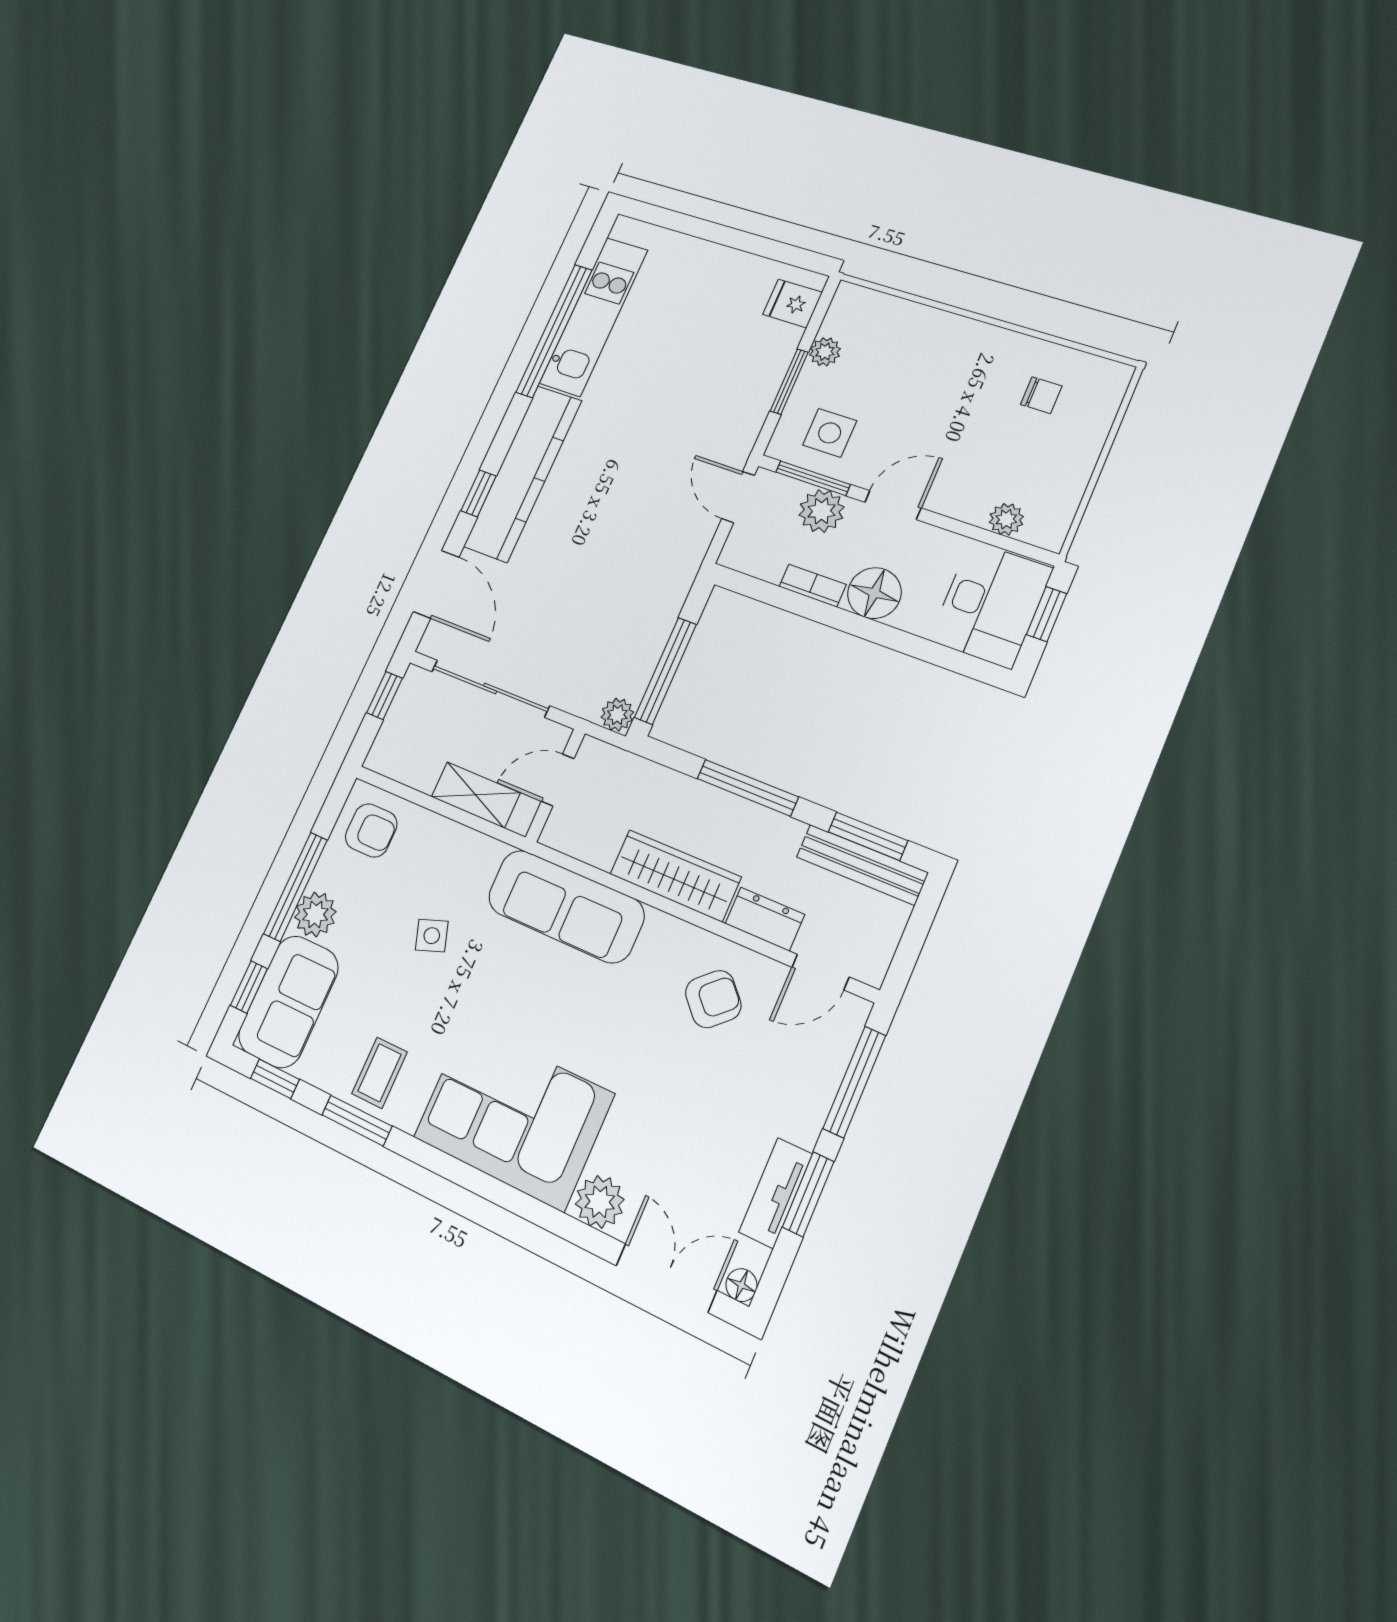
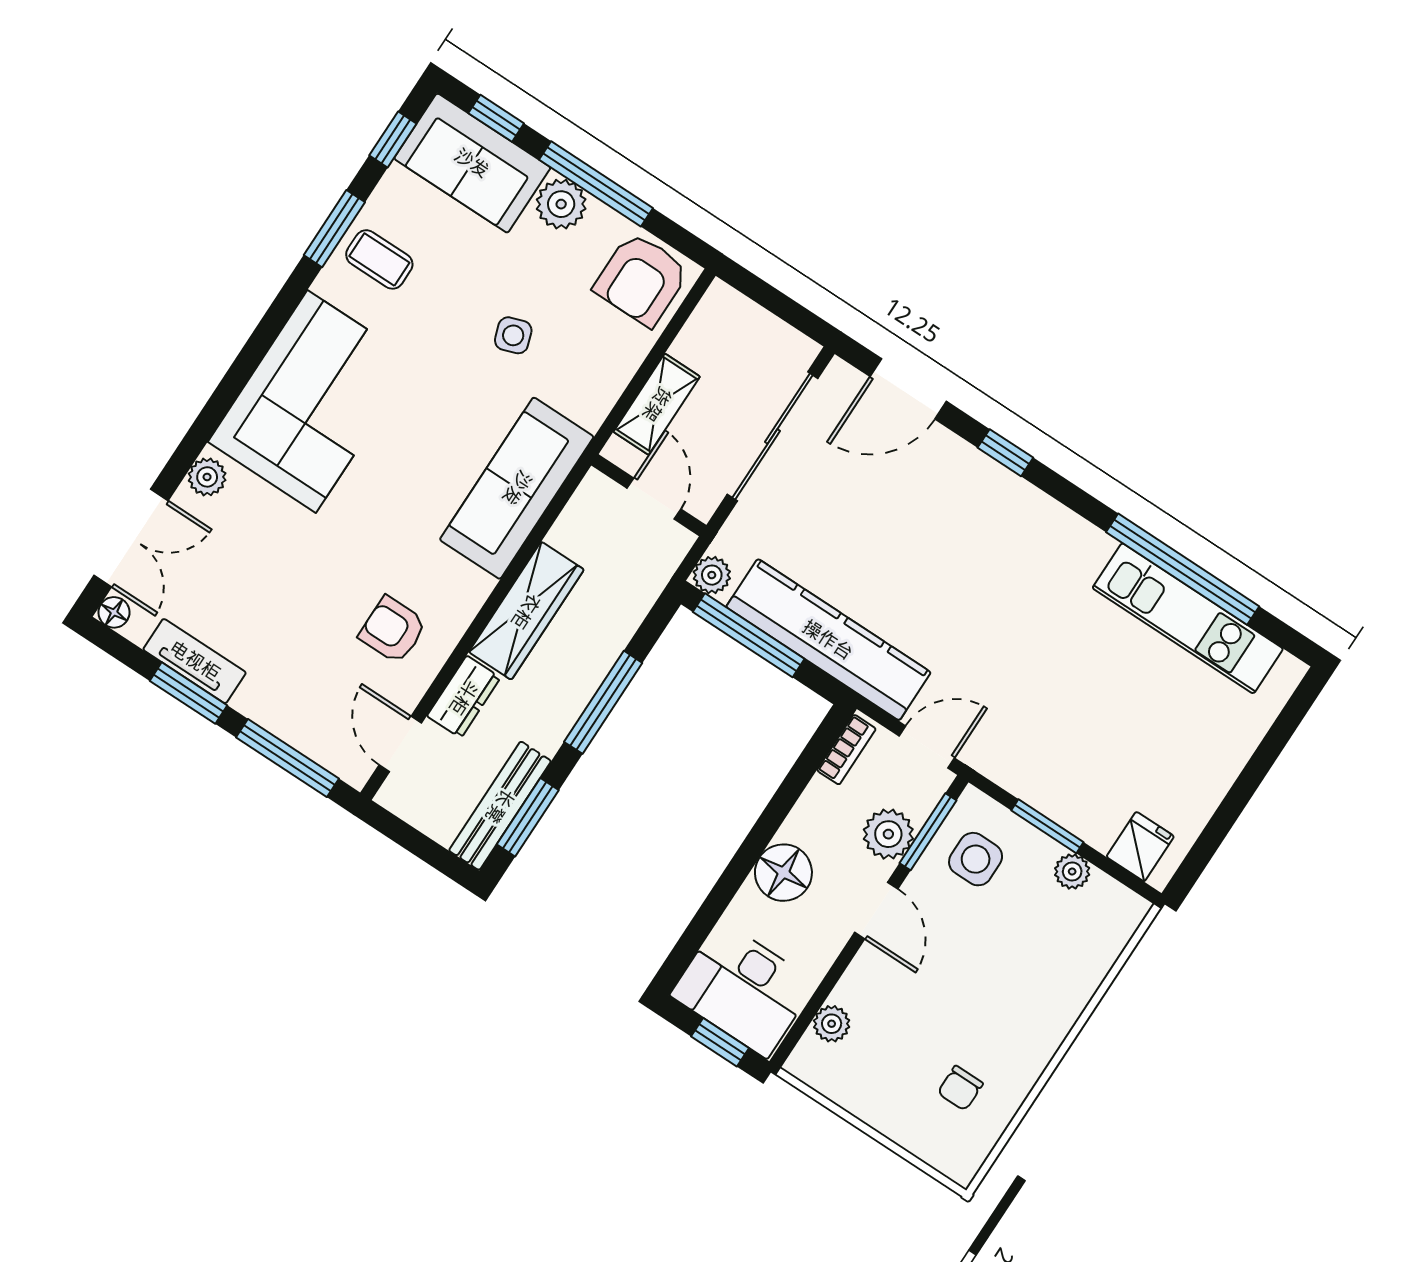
kitchen counter: (523, 474) -> (828, 640), moved, turned 180
bookcase: (813, 586) -> (846, 750), moved
window: (384, 695) -> (792, 312), removed
armchair: (371, 830) -> (641, 279), width x1.38, depth x1.38
armchair: (713, 999) -> (393, 630), turned 133
plant: (600, 1202) -> (207, 477), width x0.73, depth x0.73

